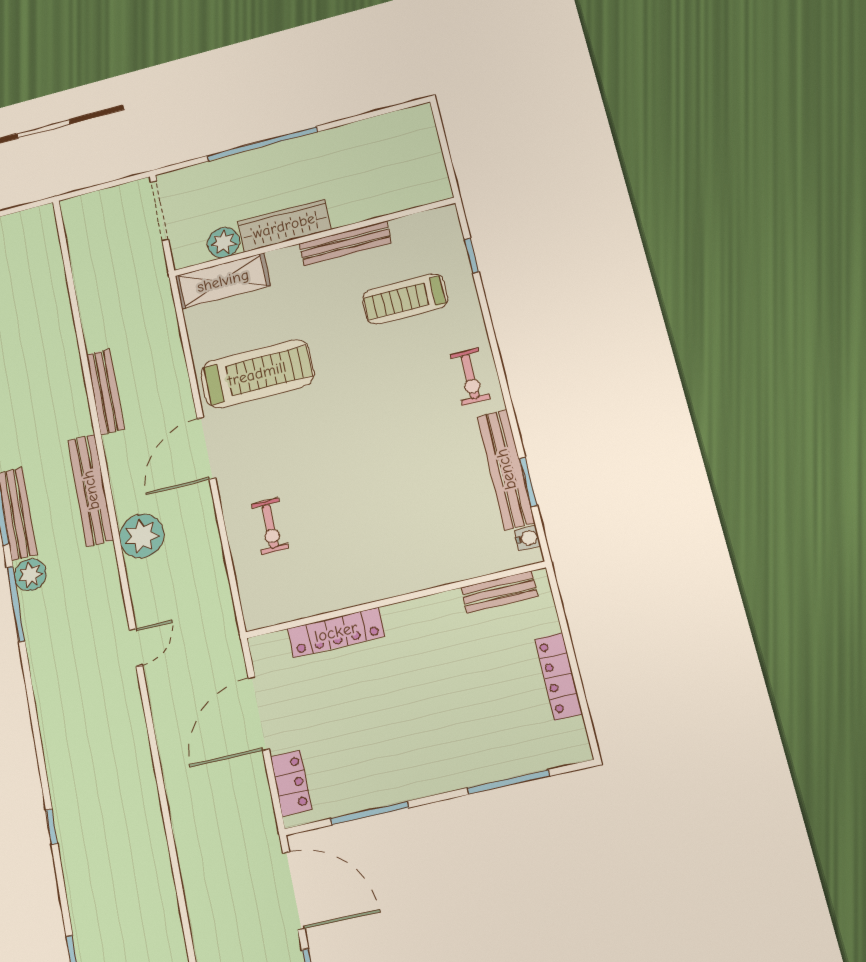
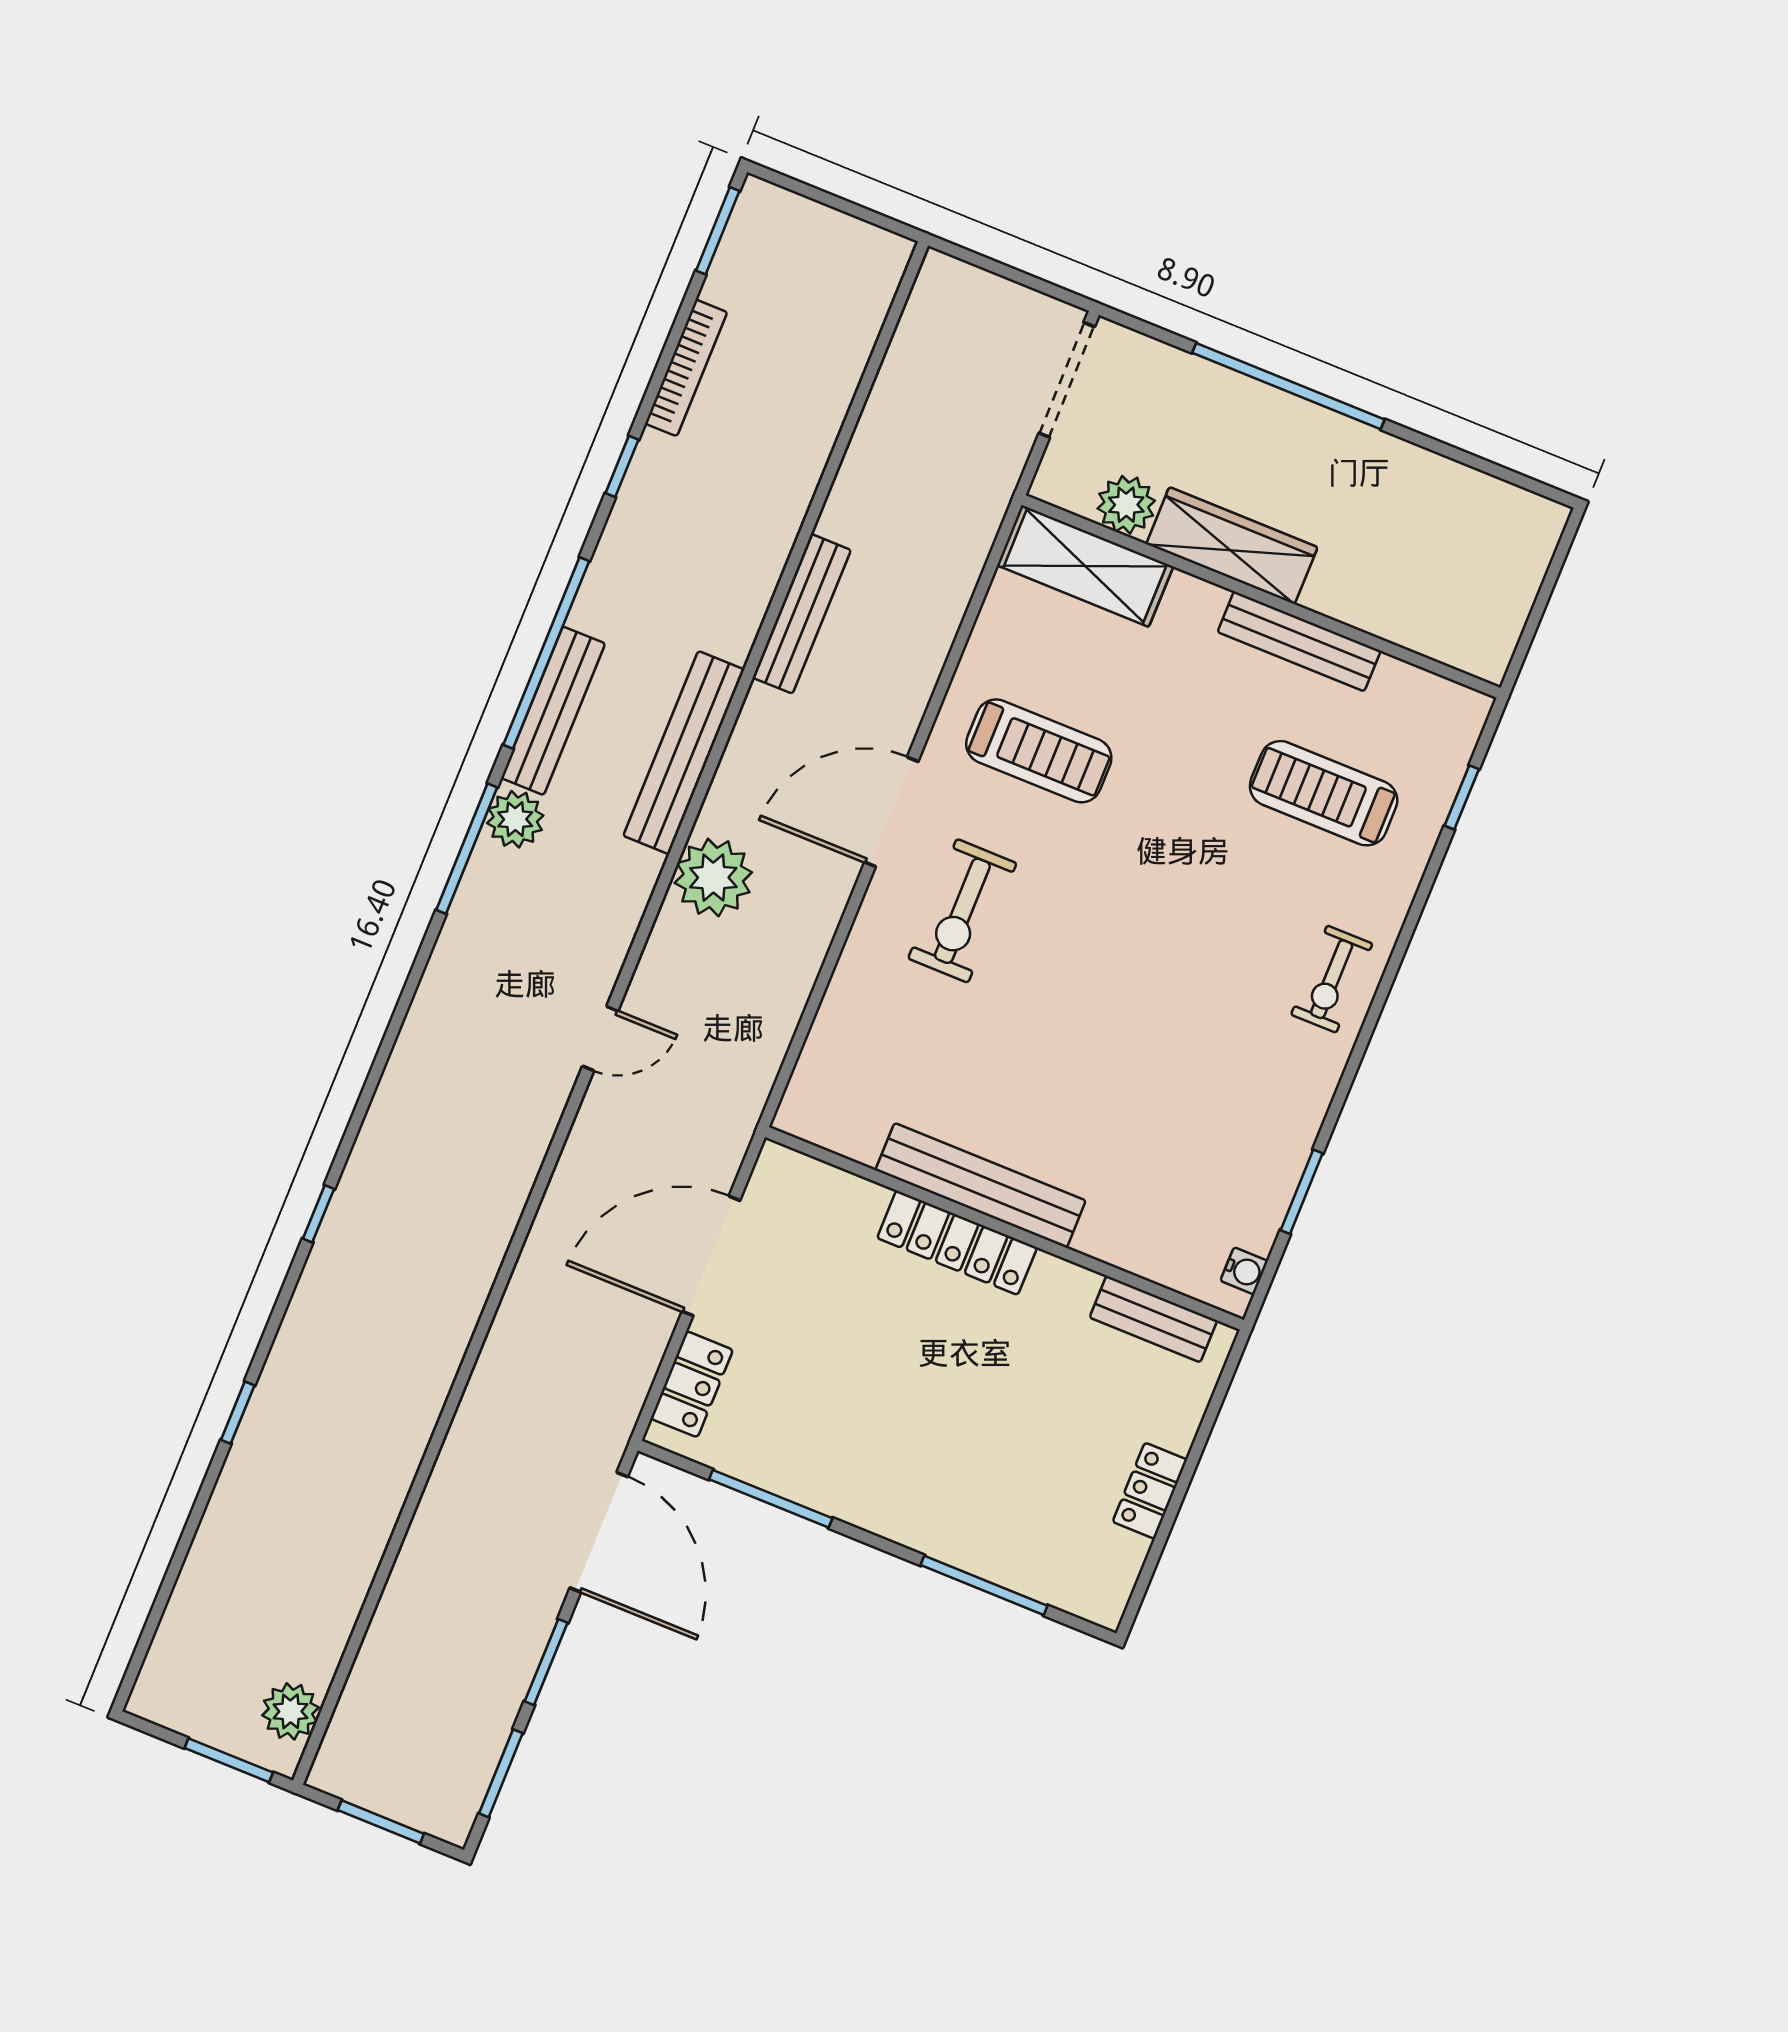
treadmill: (257, 374) -> (1039, 751), width x0.73, depth x0.73
bench: (506, 469) -> (981, 1185), moved, turned 90
exercise bike: (270, 526) -> (962, 911), moved, width x1.38, depth x1.39
locker: (336, 632) -> (957, 1243), moved
locker: (559, 676) -> (1150, 1491), width x0.66

